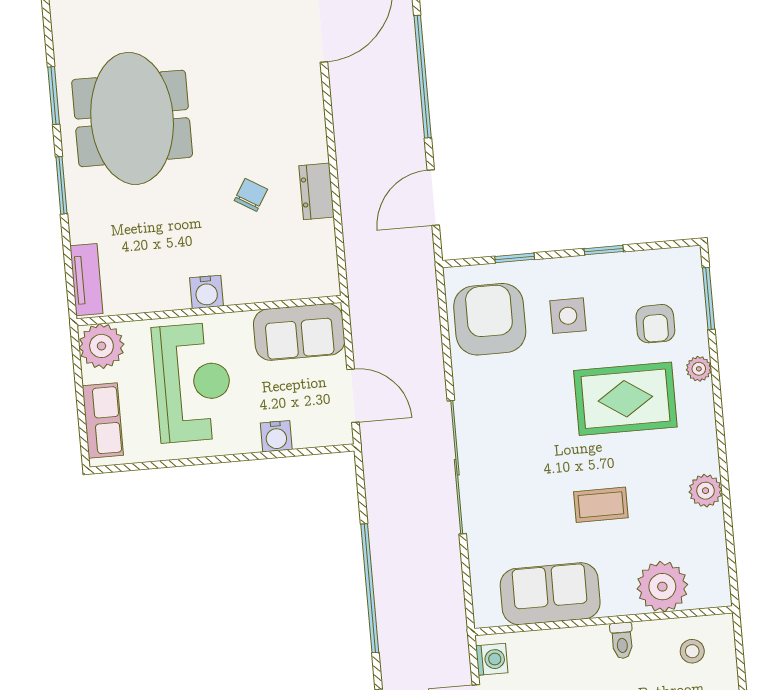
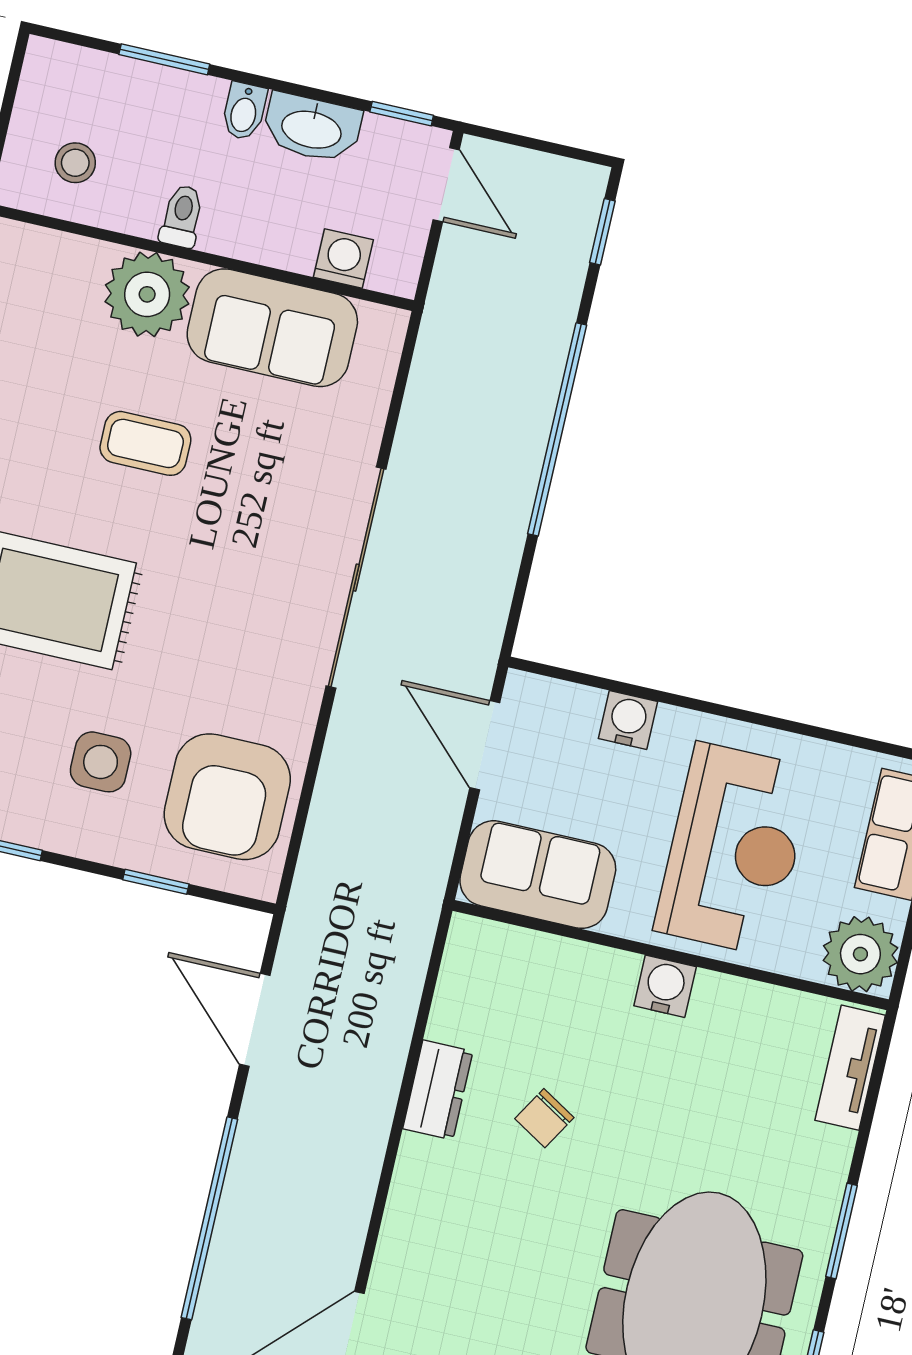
door: (433, 198) -> (255, 1020), swing flipped
reception desk: (193, 382) -> (734, 849), turned 180
plant: (662, 587) -> (147, 294), moved
washing machine: (492, 659) -> (343, 258), moved, turned 90

